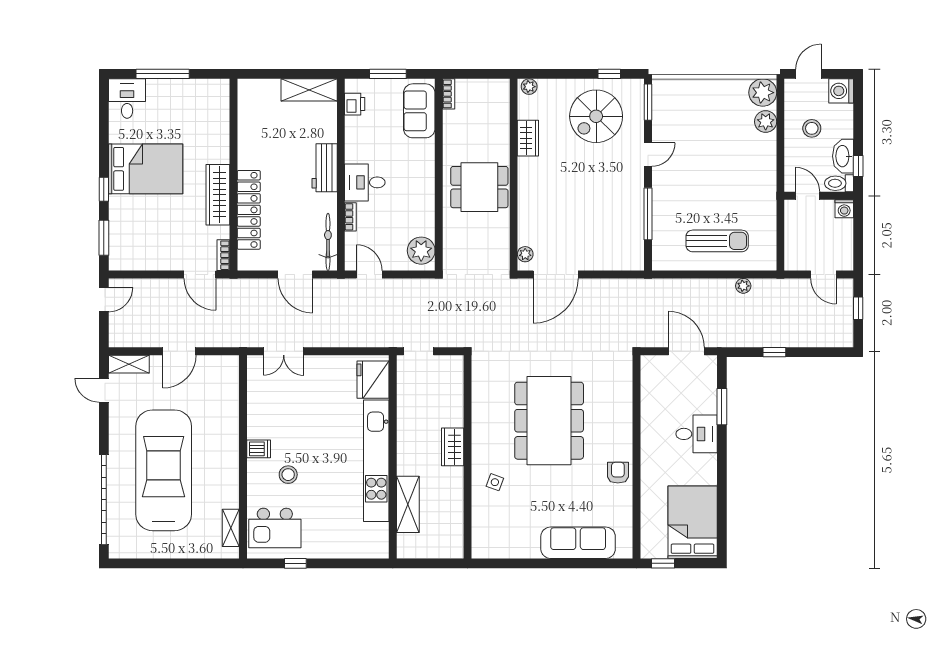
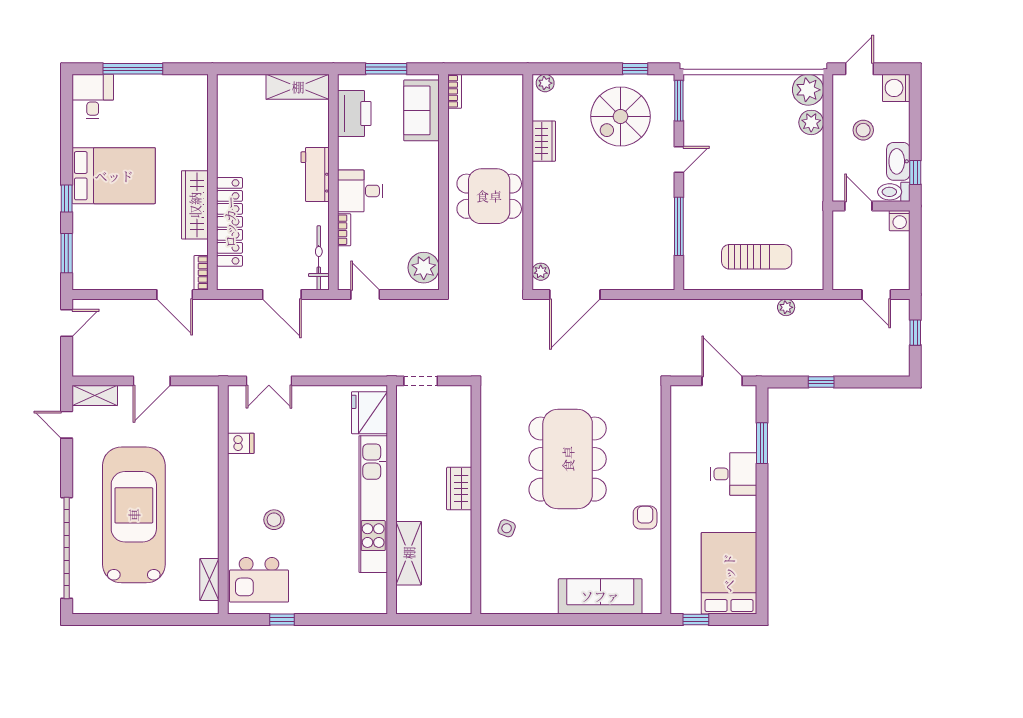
printer: (355, 104) -> (354, 114), width x1.87, depth x1.48
dishwasher: (259, 449) -> (241, 443), moved

